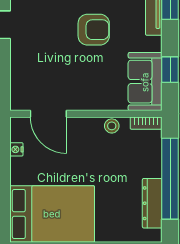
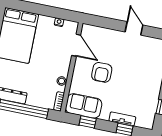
armchair: (94, 30) -> (102, 72), moved
door: (48, 114) -> (76, 45), swing flipped

